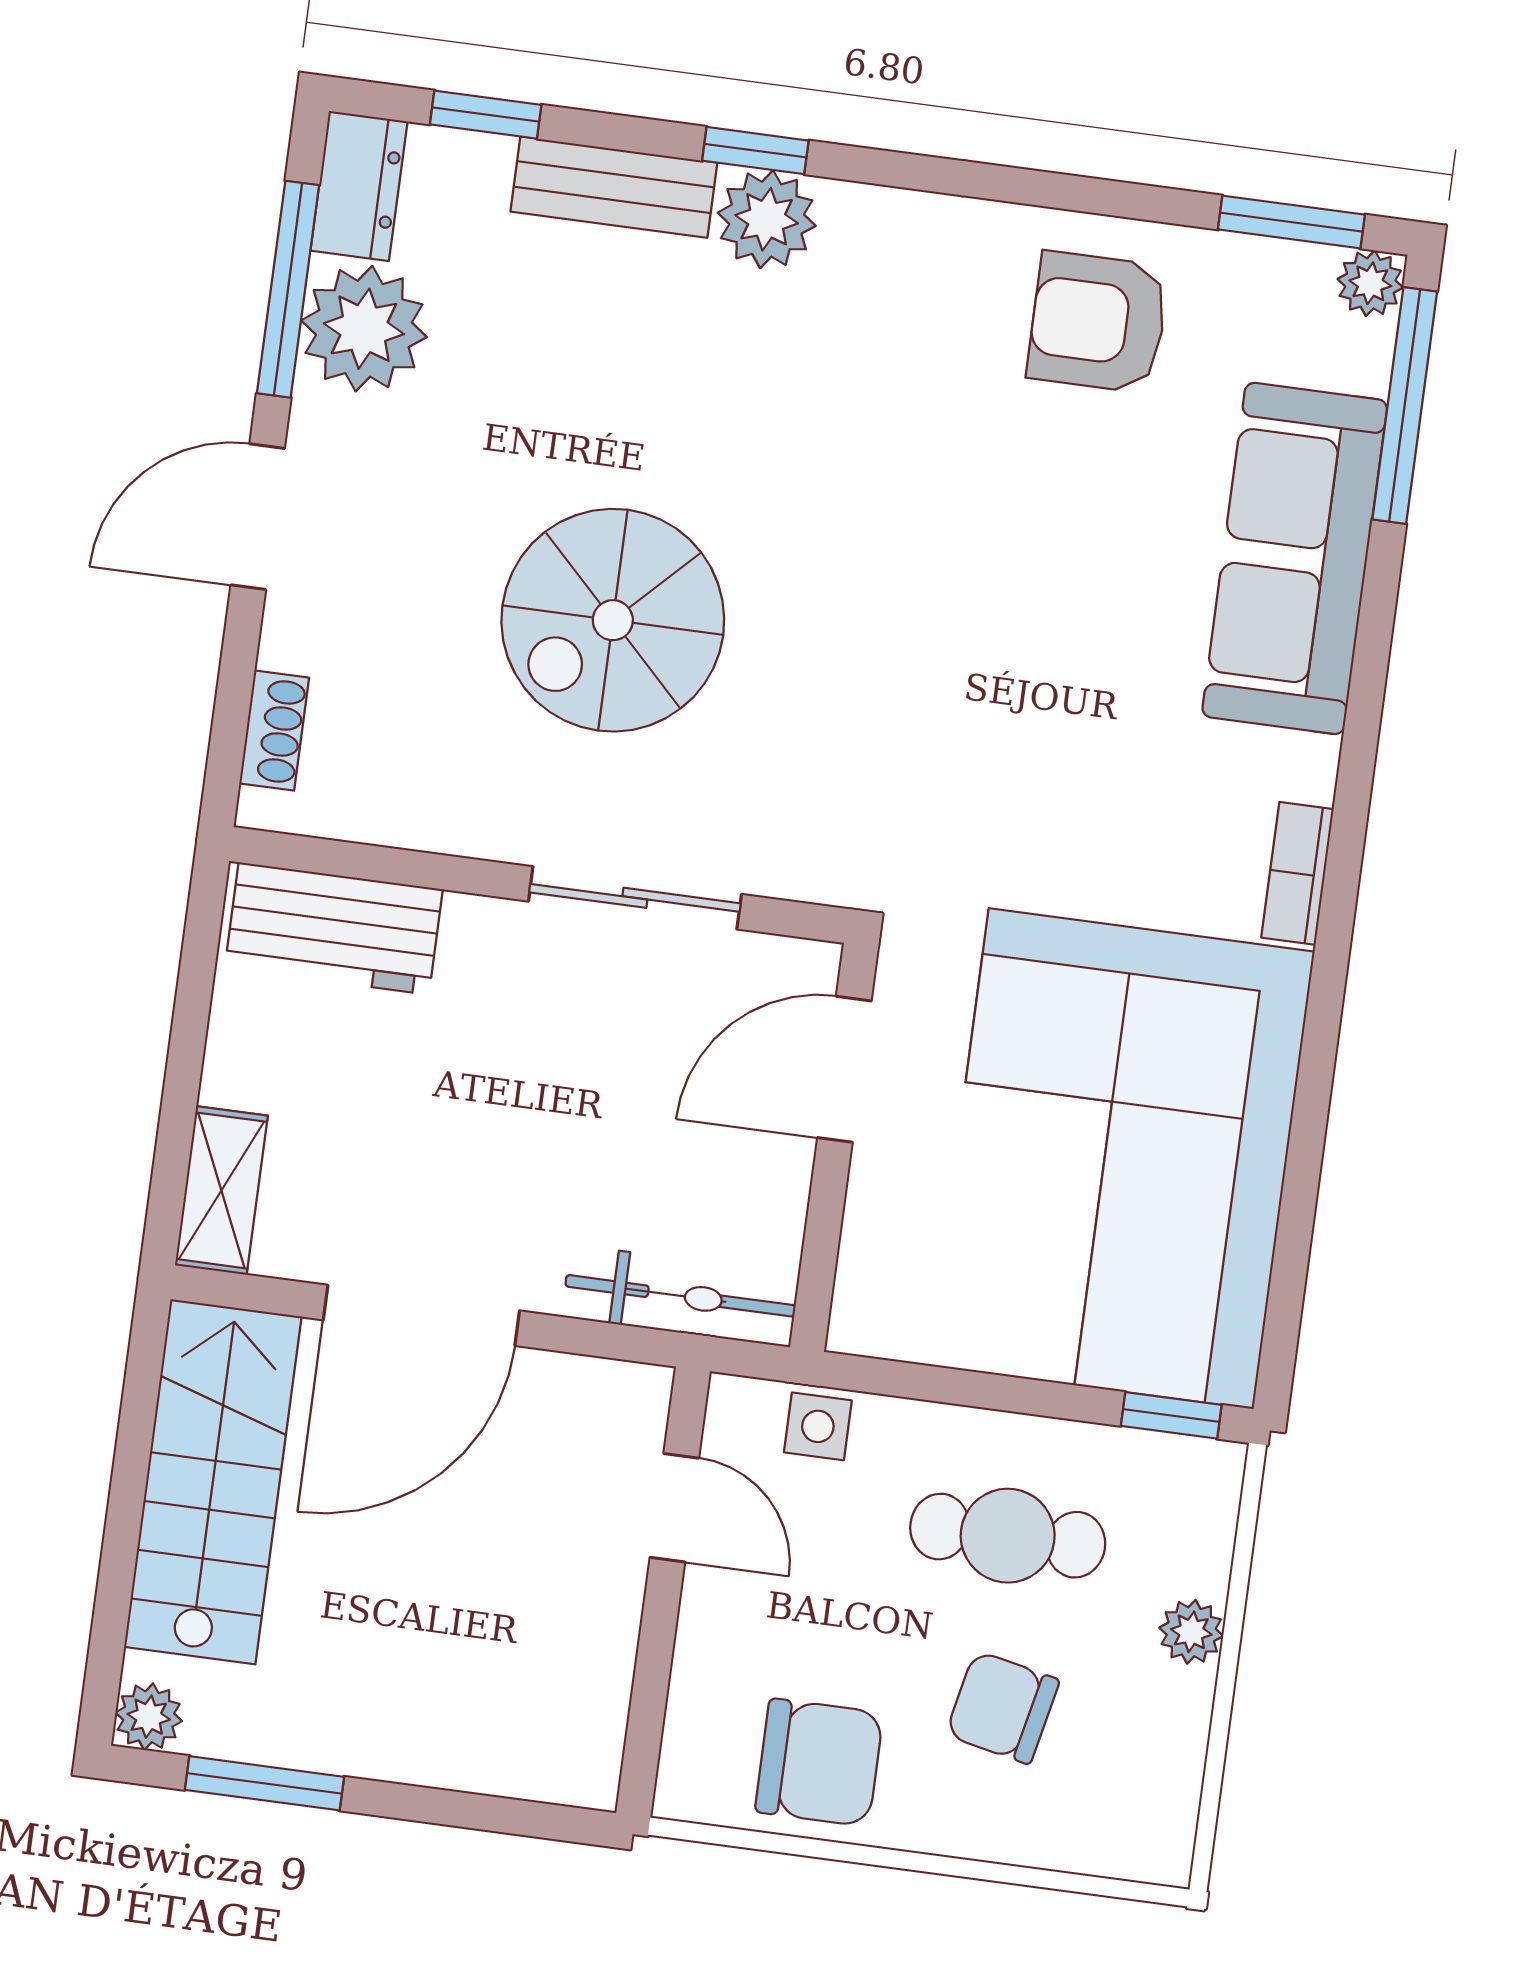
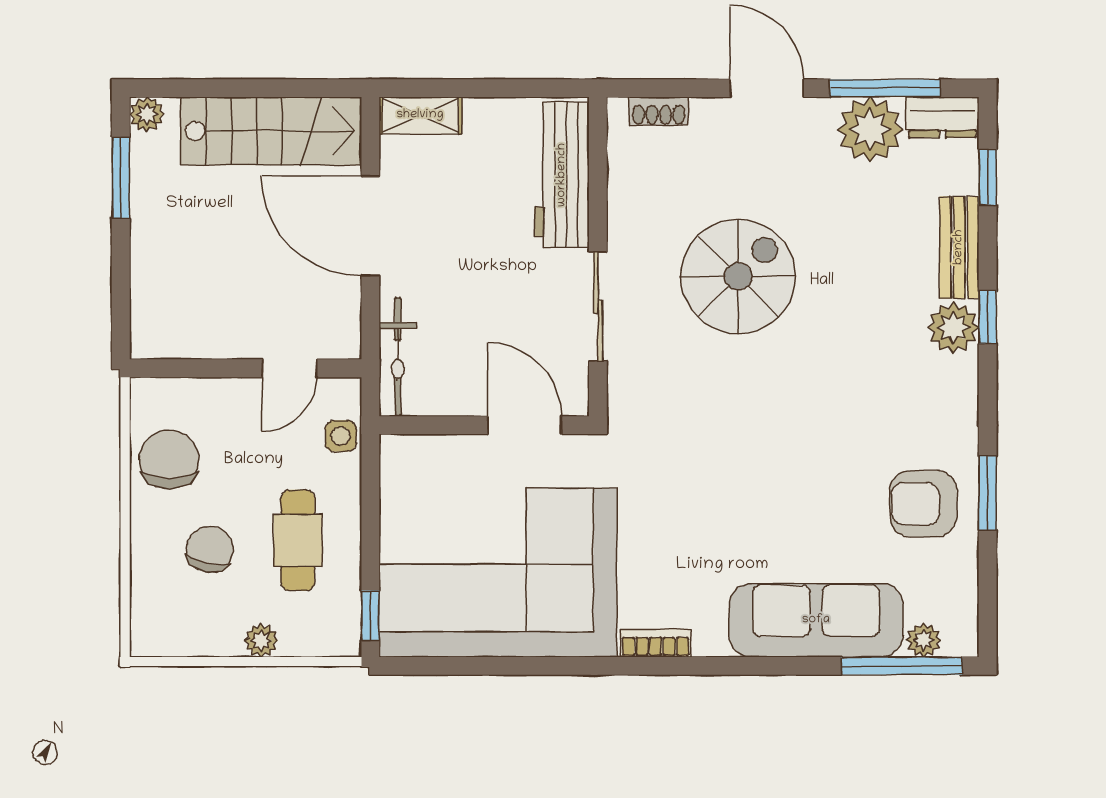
window: (1291, 222) -> (988, 493), moved
plant: (1370, 283) -> (924, 640), moved
armchair: (1098, 322) -> (923, 504), turned -90
spiral stairs: (613, 620) -> (738, 276), turned 90
workbench: (334, 928) -> (562, 175), width x1.37
chair: (819, 1762) -> (169, 459), turned 180

